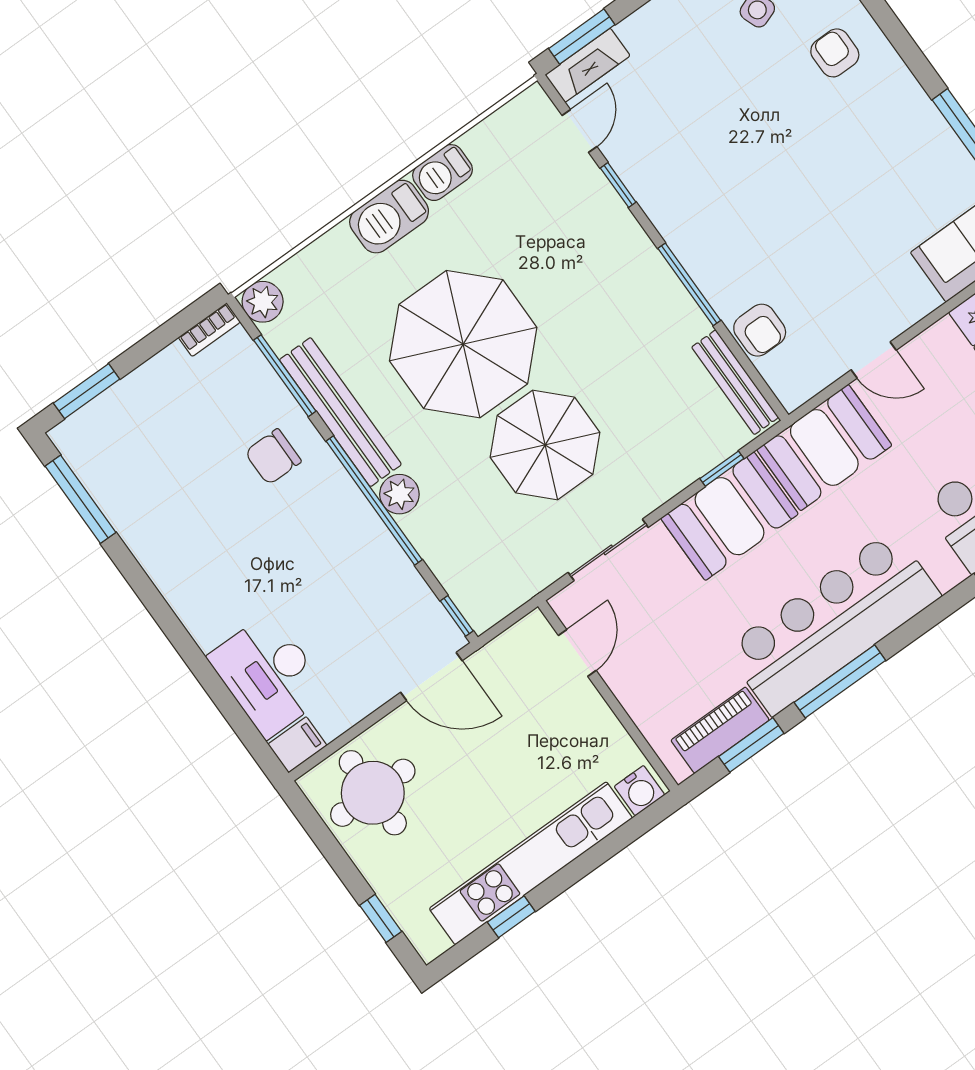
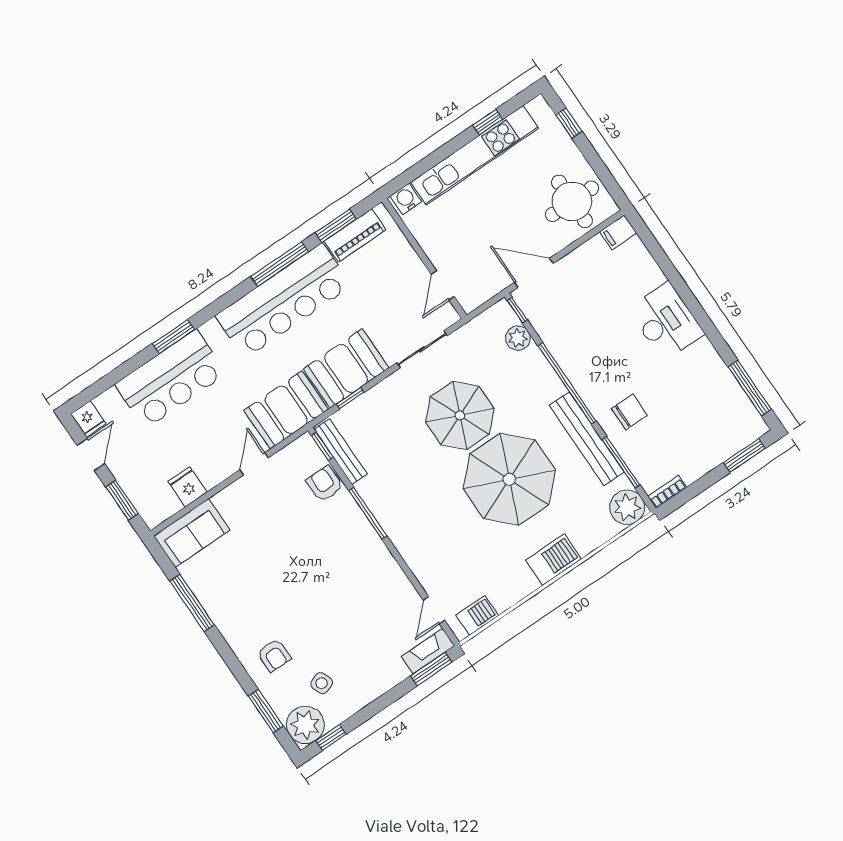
barbecue: (443, 173) -> (477, 615), moved
window: (618, 185) -> (322, 446), moved
plant: (263, 302) -> (627, 507), width x1.36, depth x1.36
door: (874, 360) -> (254, 464), hinge flipped
plant: (399, 494) -> (518, 338), moved
desk: (269, 675) -> (666, 321), moved

